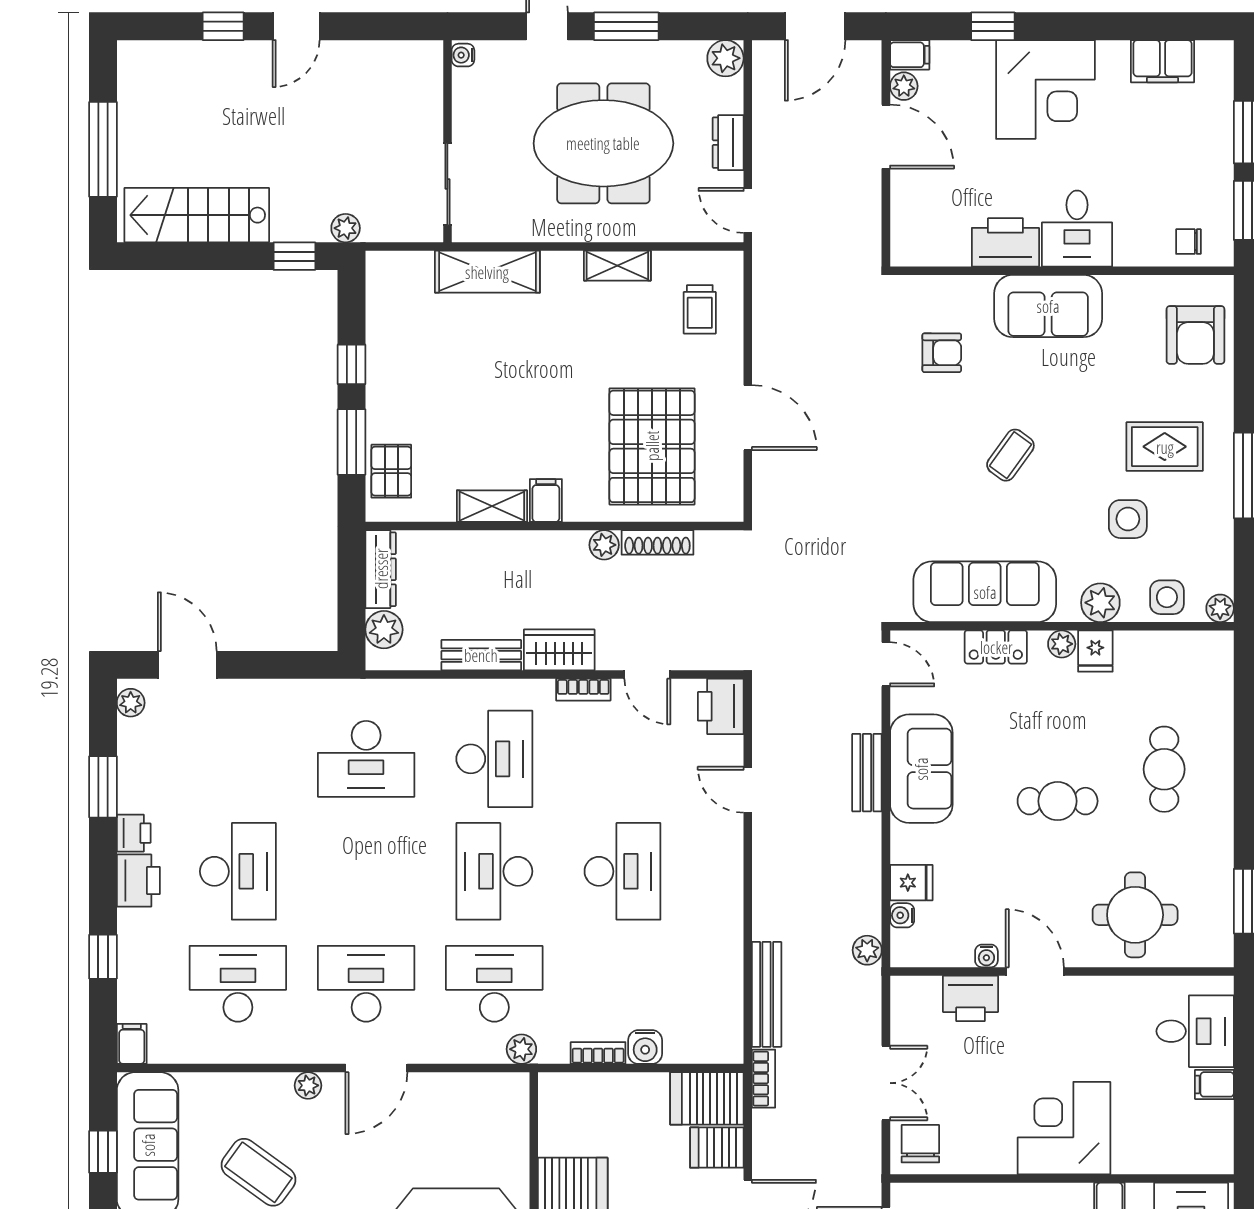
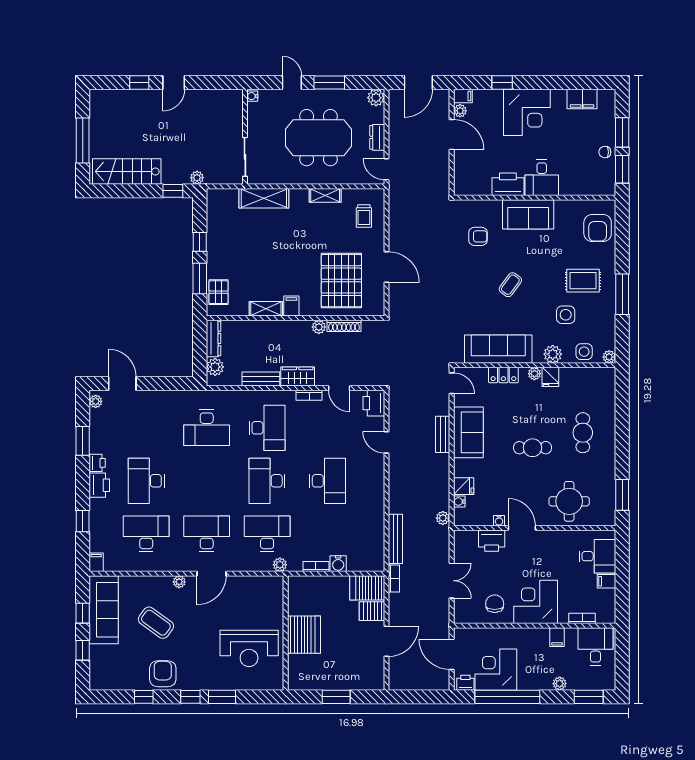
chair: (1188, 242) -> (605, 152), moved
desk: (238, 871) -> (146, 481), turned 180
chair: (920, 1144) -> (495, 604), moved
bookcase: (1163, 1163) -> (582, 618), added

